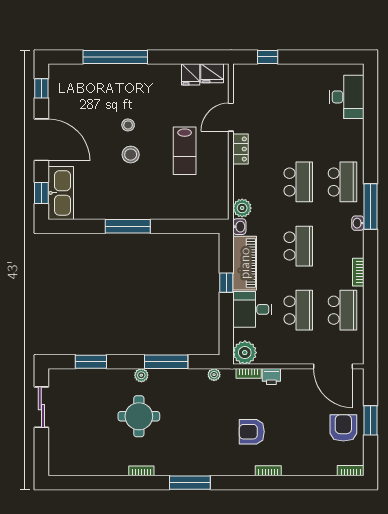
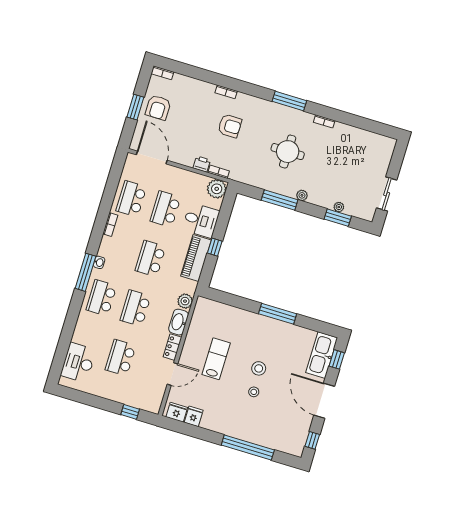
school desk: (298, 118) -> (121, 358), added
washbasin: (239, 227) -> (179, 322), moved, width x1.91, depth x1.45
plant: (214, 375) -> (339, 207), moved
round table: (139, 416) -> (288, 152), moved

